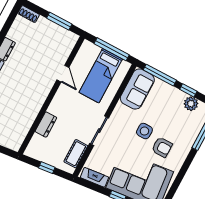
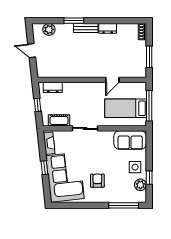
window: (160, 75) -> (149, 151), removed
dresser: (46, 125) -> (53, 87), moved
side table: (144, 131) -> (135, 167), moved
armchair: (162, 147) -> (97, 181), turned 180

